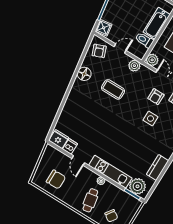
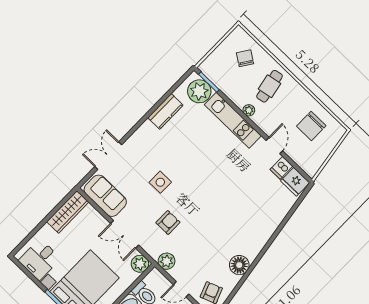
coffee table: (113, 89) -> (204, 234), removed
armchair: (156, 97) -> (168, 222), moved
chair: (56, 179) -> (311, 126), turned -90

